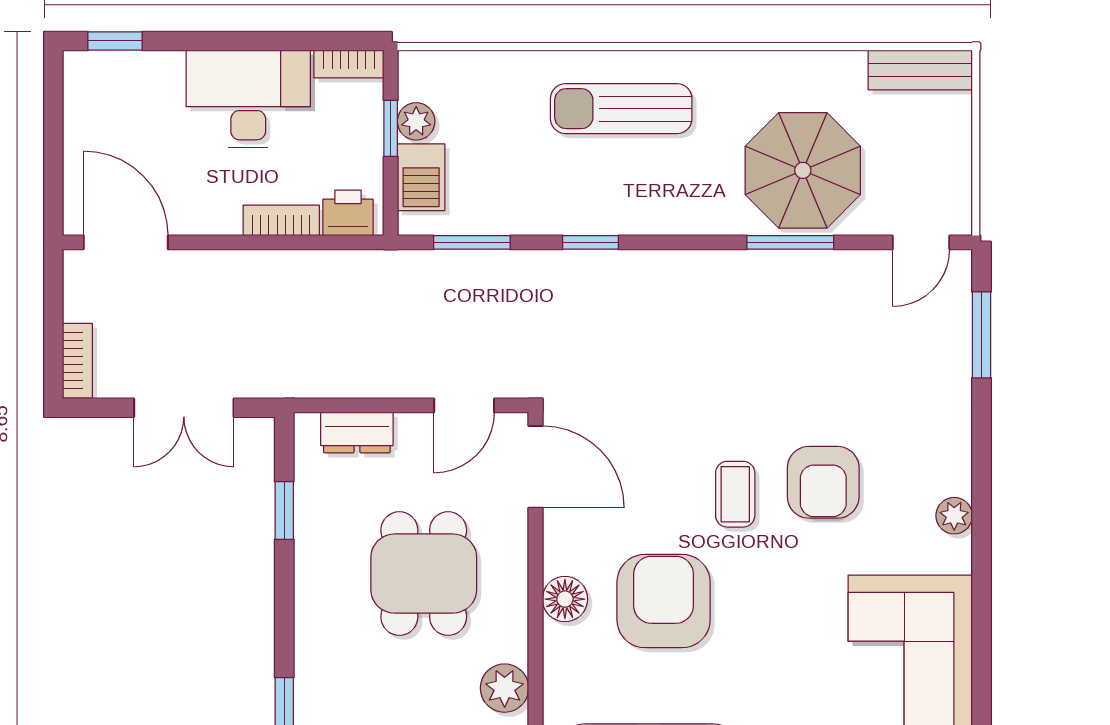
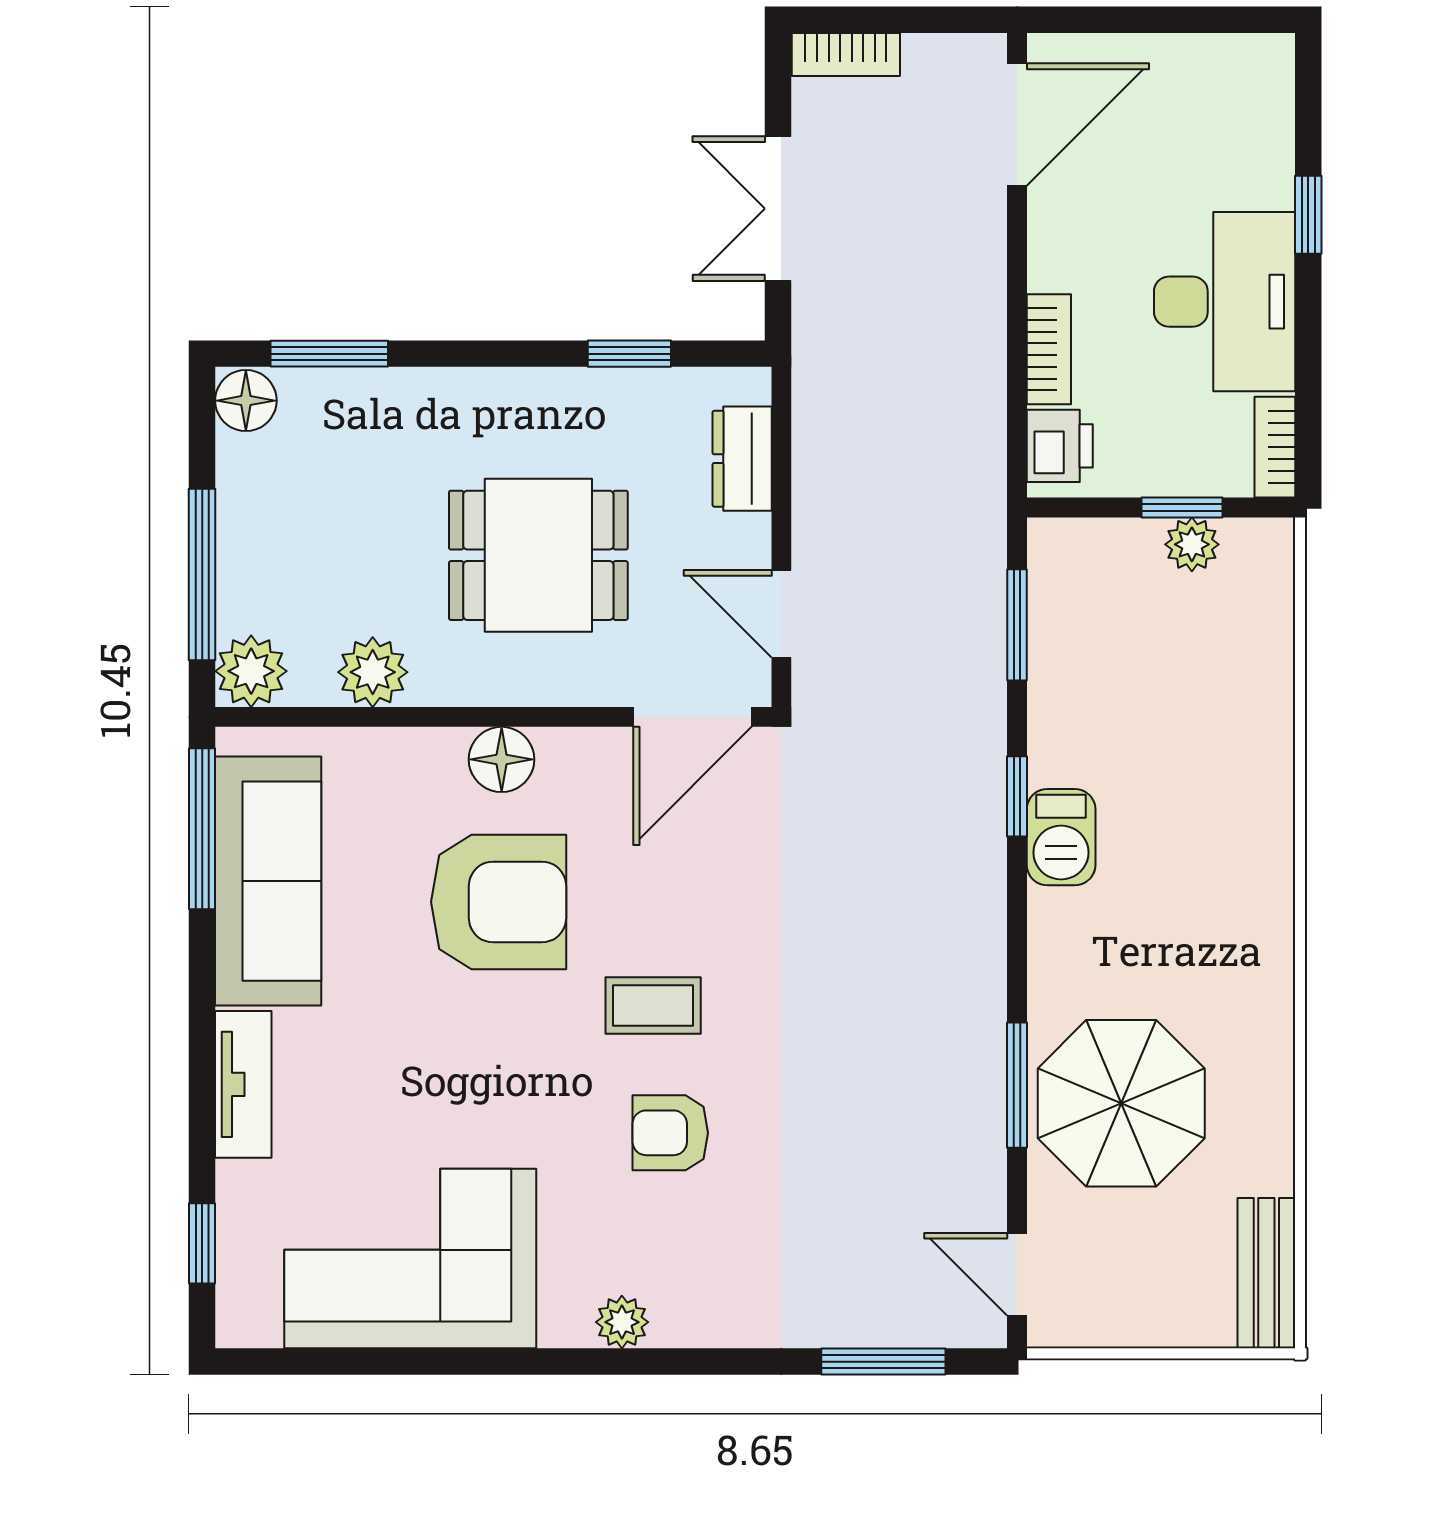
window: (115, 41) -> (1308, 215), moved
sun lounger: (621, 109) -> (1210, 841), removed
barbecue: (421, 177) -> (1061, 837), moved, turned -90
armchair: (823, 482) -> (670, 1133), width x0.72, depth x0.72

